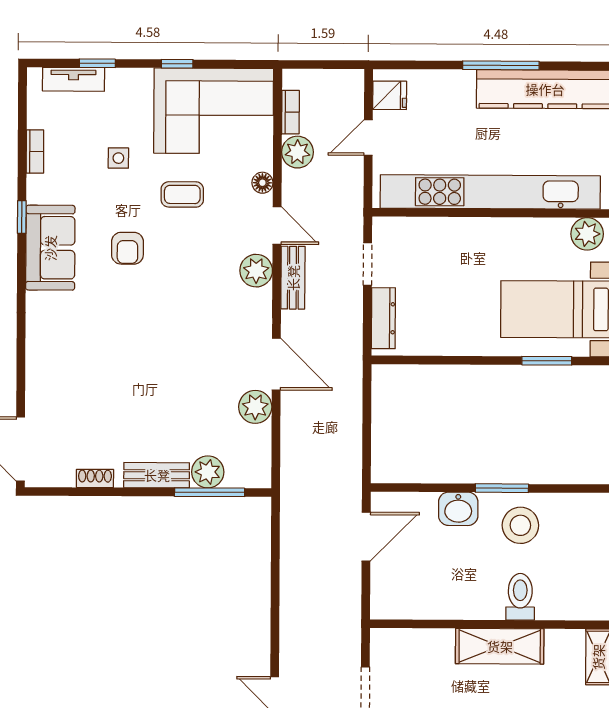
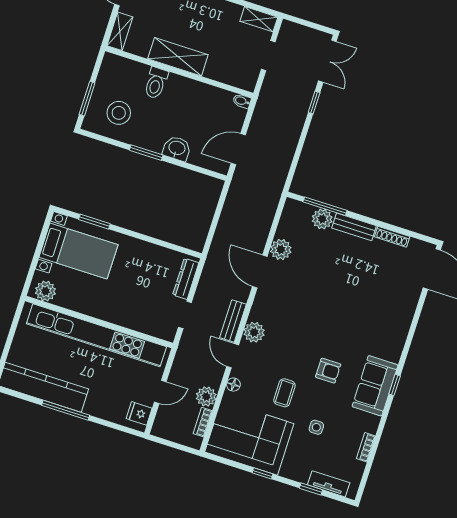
coffee table: (182, 194) -> (284, 393), turned 90
window: (22, 217) -> (395, 385), moved
armchair: (127, 248) -> (328, 371), turned 90
shoe rack: (95, 478) -> (392, 237), width x1.43
stool: (520, 525) -> (119, 113), moved
bidet: (383, 610) -> (242, 101), added
window: (275, 642) -> (314, 102), added

